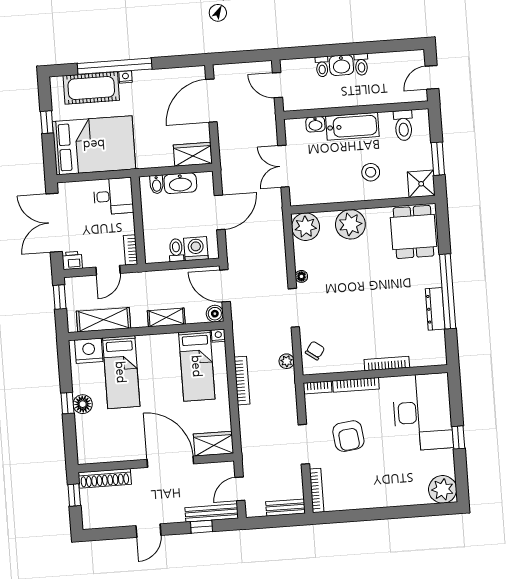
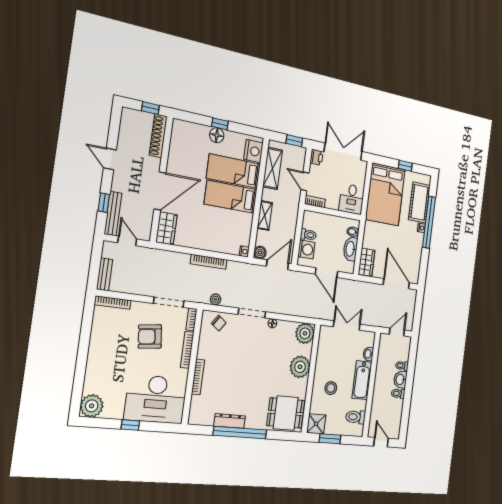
bed: (197, 366) -> (231, 197), moved
doorway: (304, 444) -> (169, 302), moved

